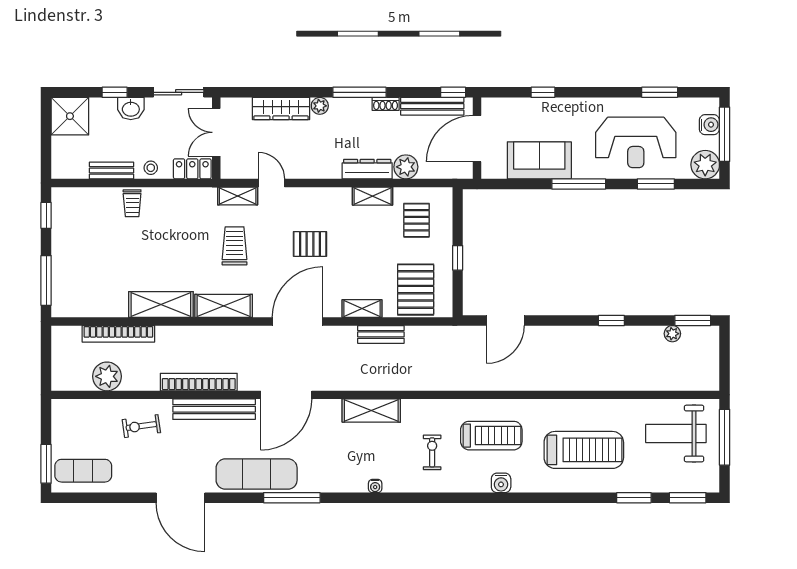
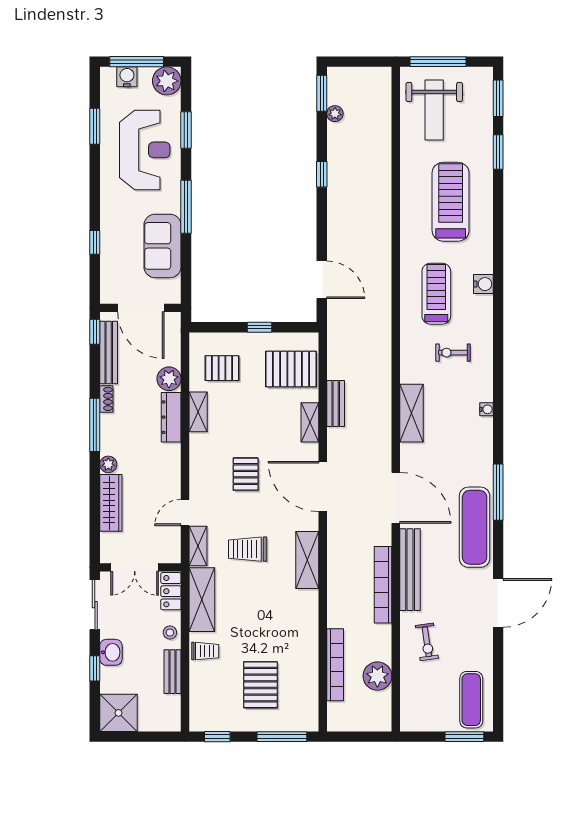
pallet: (98, 259) -> (261, 685), added
shelving: (161, 305) -> (202, 600), moved

